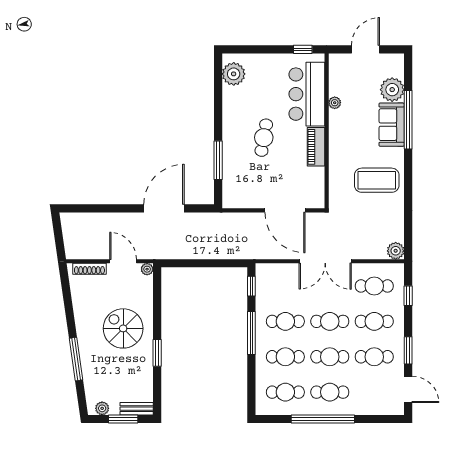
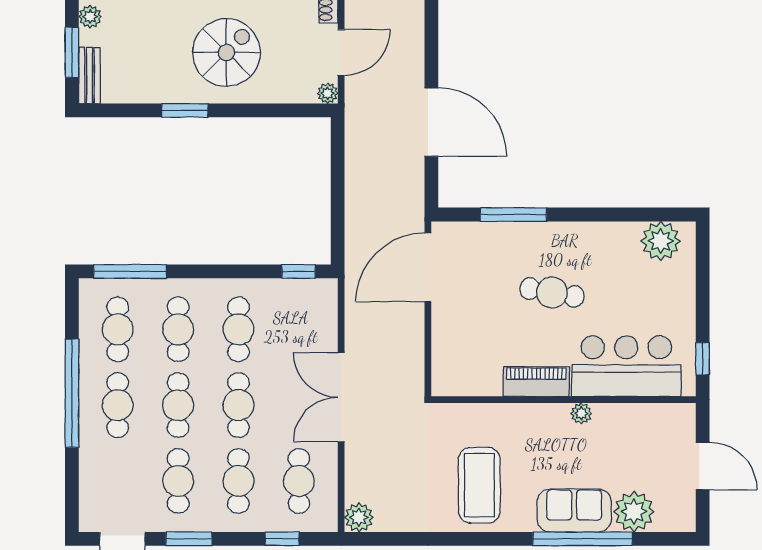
plant: (335, 103) -> (581, 413), moved
door: (285, 210) -> (428, 267), moved
window: (251, 333) -> (130, 271), moved

